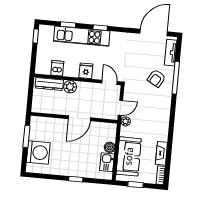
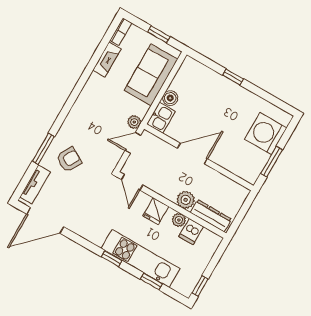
plant: (69, 72) -> (179, 220), added
window: (176, 78) -> (43, 149), width x0.69
kitchen sink: (107, 162) -> (161, 118), moved

